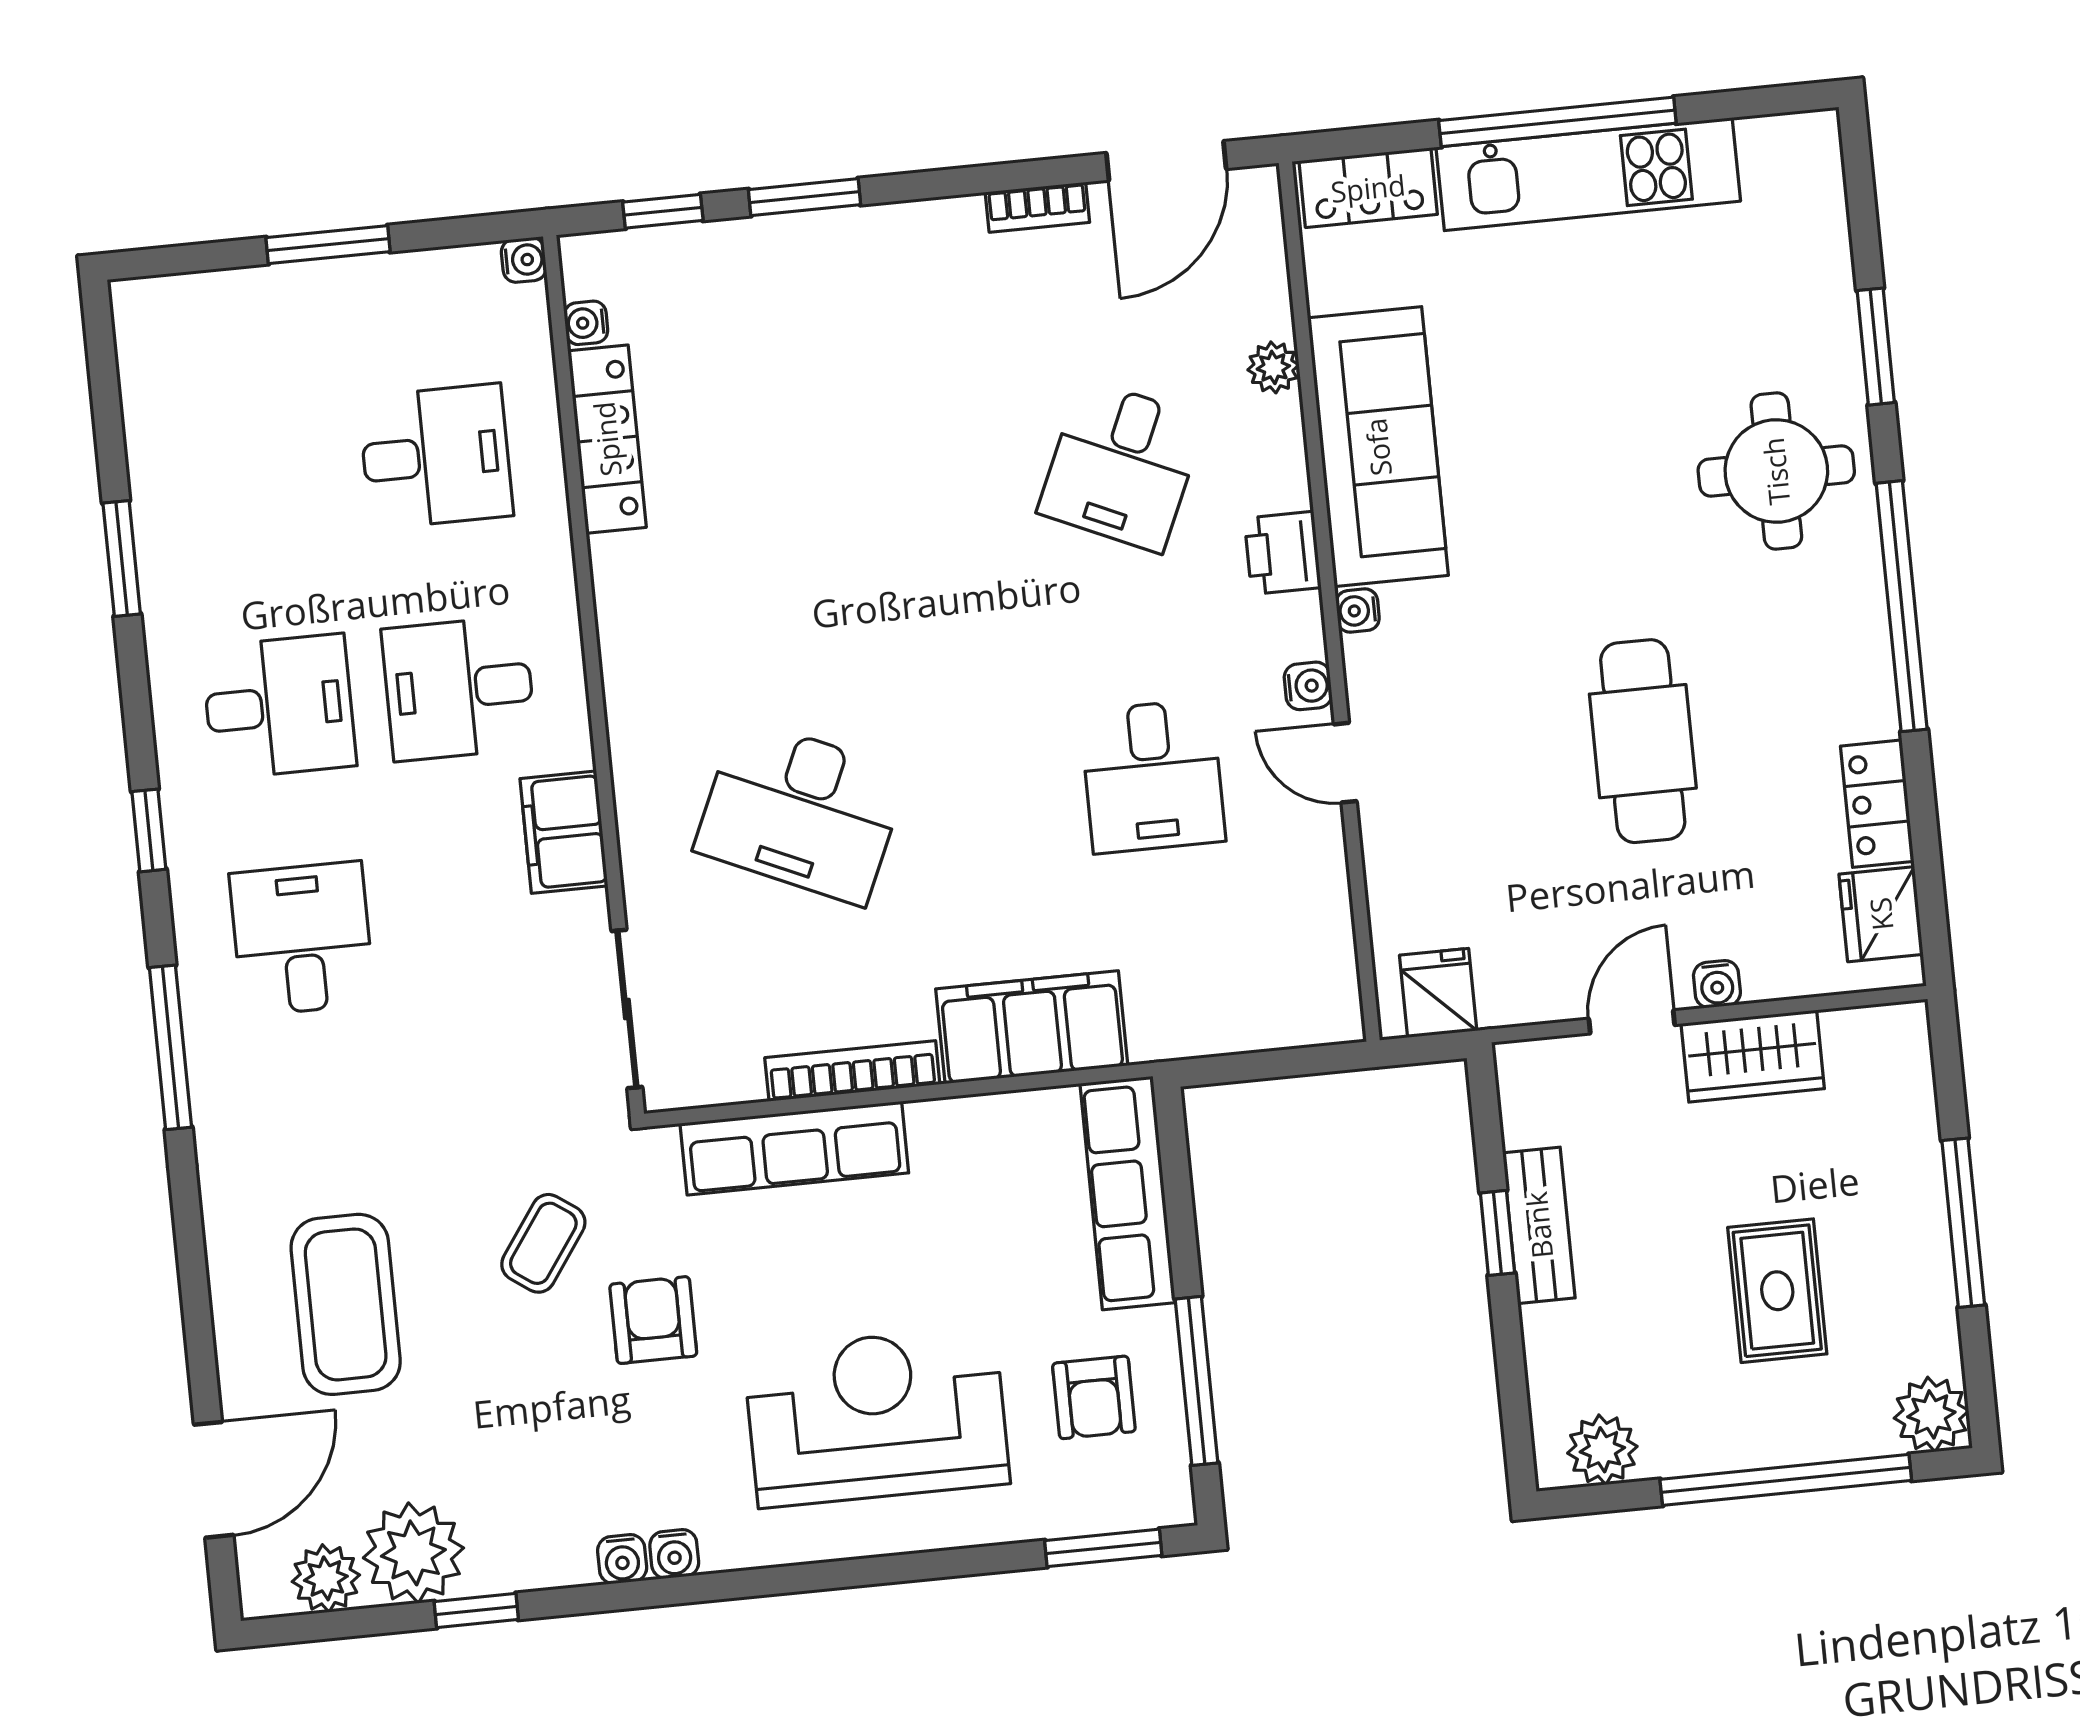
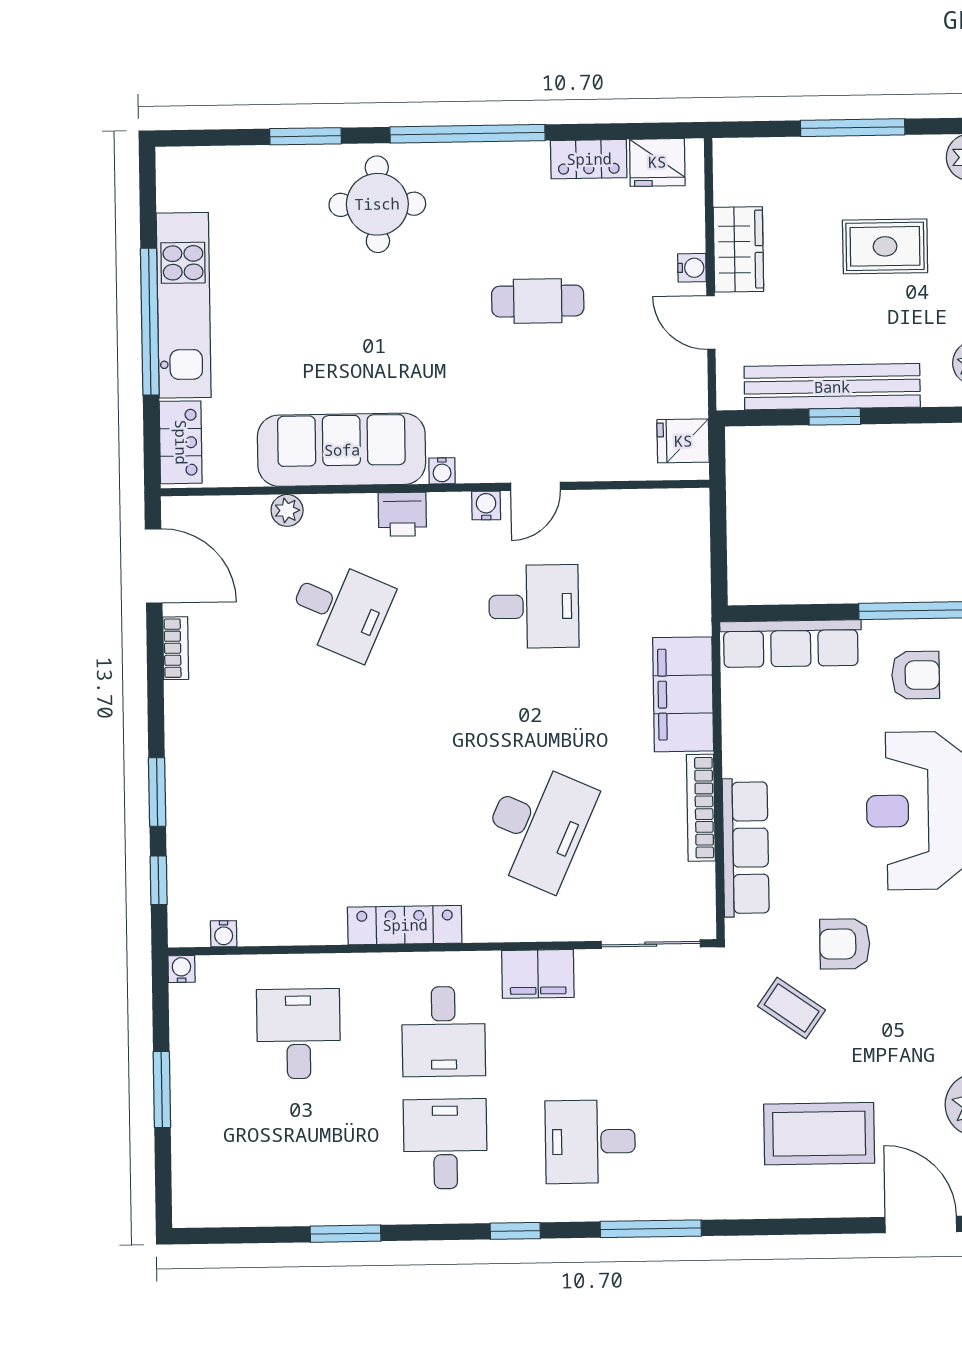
locker: (607, 439) -> (405, 925), moved
cafe table: (1643, 741) -> (538, 301), width x0.73, depth x0.74
bench: (1539, 1225) -> (832, 387), width x1.86, depth x1.21

